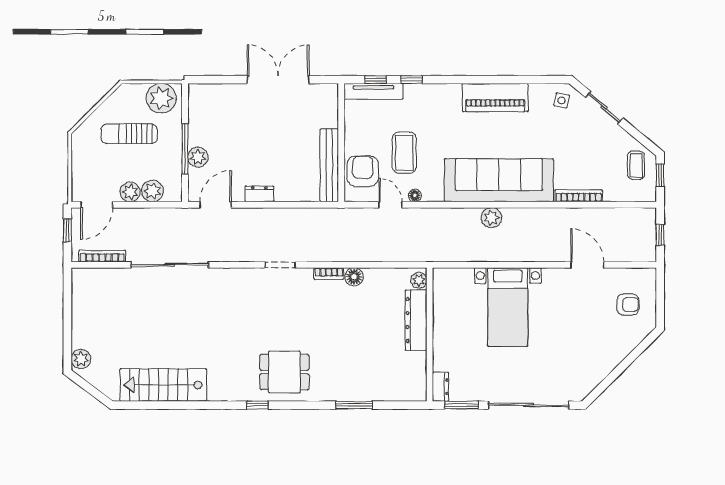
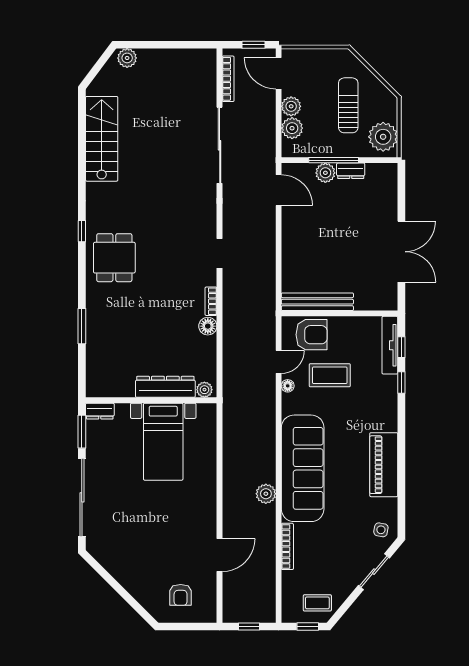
dresser: (259, 194) -> (351, 171), moved, turned 90
plant: (491, 218) -> (266, 494), moved
bed with nightstands: (508, 307) -> (163, 442), moved, turned -90

